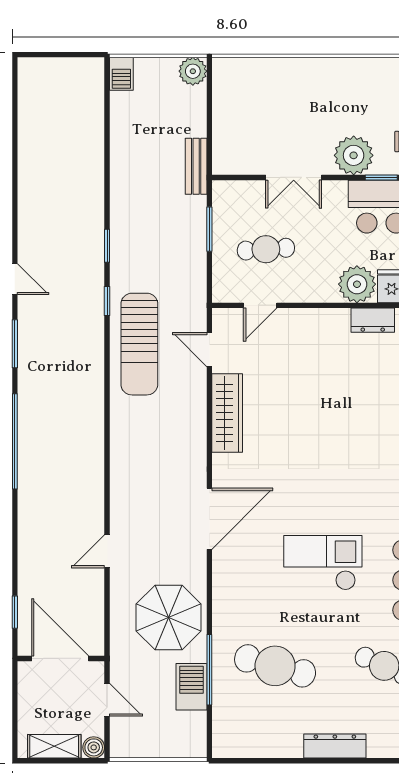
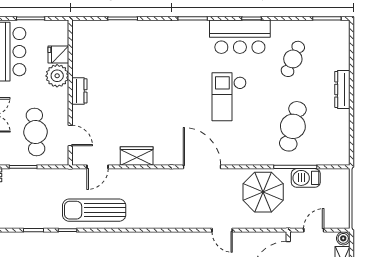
cafe table: (266, 249) -> (36, 132), width x1.37, depth x1.35
dresser: (373, 320) -> (79, 91), moved
sun lounger: (139, 344) -> (94, 210), turned 180
wardrobe: (227, 413) -> (137, 156), width x0.67

